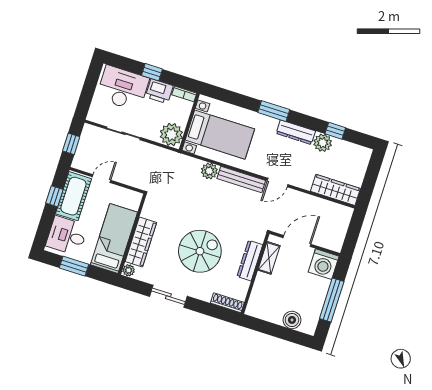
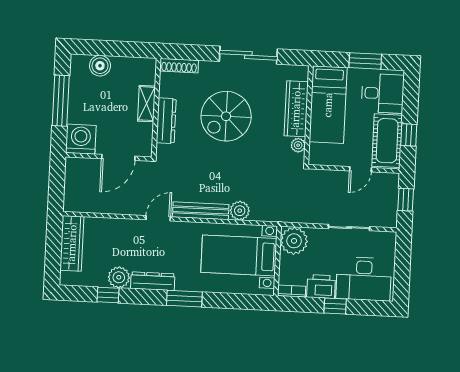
wardrobe: (335, 190) -> (72, 243), moved, turned -90
shelving: (269, 258) -> (146, 104), moved
plant: (129, 270) -> (298, 145), moved
sliding door: (168, 296) -> (248, 55), width x1.37

